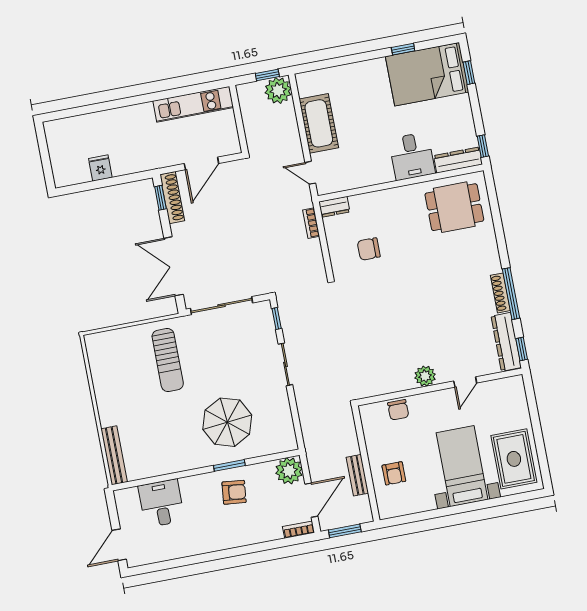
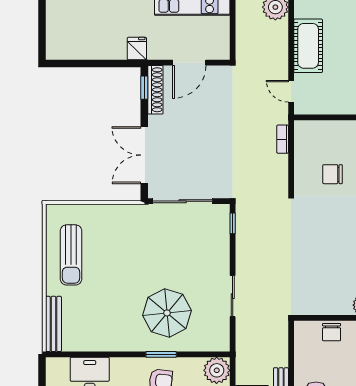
fridge: (100, 168) -> (137, 49), moved
dresser: (334, 207) -> (308, 128), removed
sun lounger: (168, 360) -> (71, 255), moved
sliding door: (285, 364) -> (233, 296), moved

